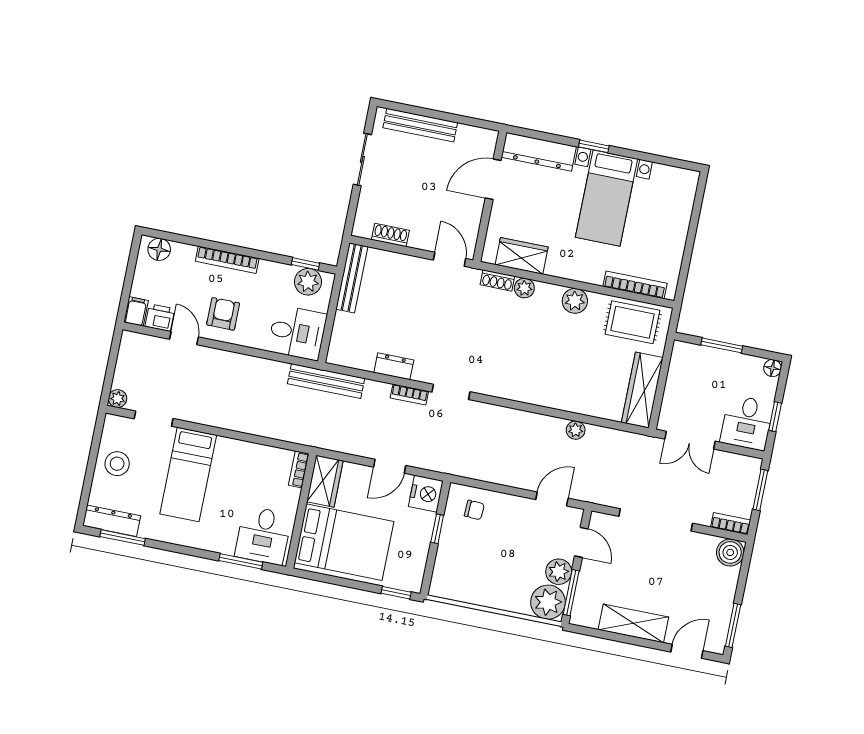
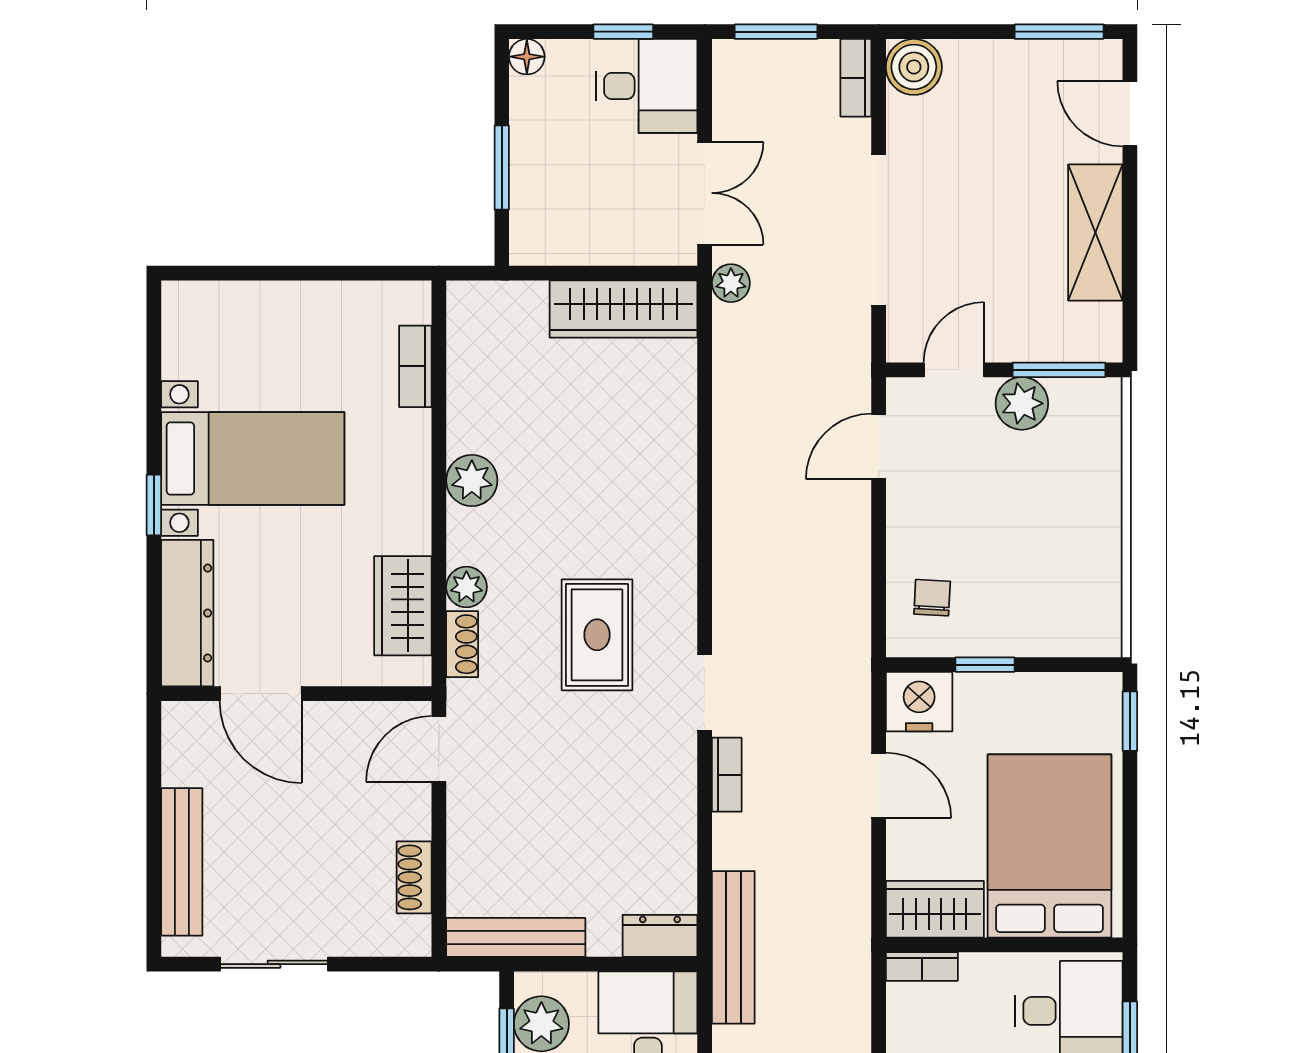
bookcase: (635, 285) -> (415, 366), width x0.64
rug: (632, 322) -> (597, 635), moved
dresser: (394, 366) -> (660, 936), moved, turned 90
plant: (576, 430) -> (731, 283), moved
door: (552, 499) -> (879, 446), hinge flipped
plant: (548, 602) -> (1087, 412), removed

